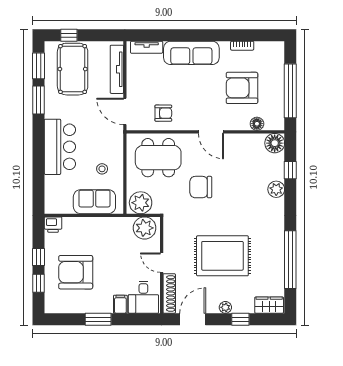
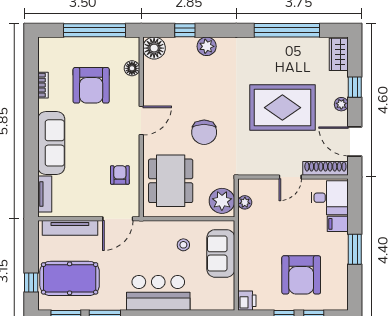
plant: (145, 228) -> (245, 202), width x0.53, depth x0.53
rug: (222, 256) -> (282, 108), turned 90

